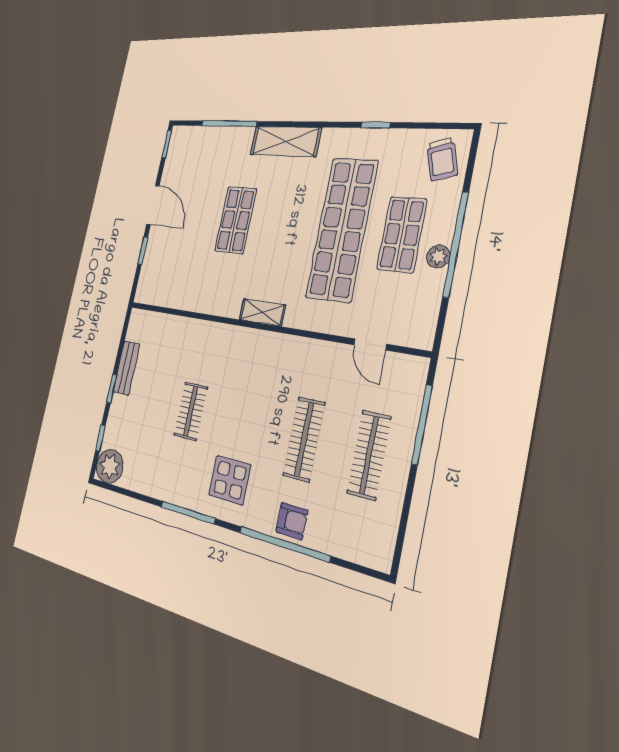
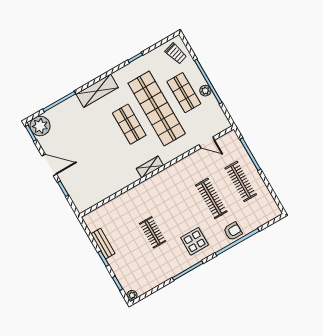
plant: (183, 142) -> (40, 126), added
shop shelf: (236, 220) -> (129, 124), moved
plant: (110, 466) -> (132, 295), width x0.53, depth x0.53

